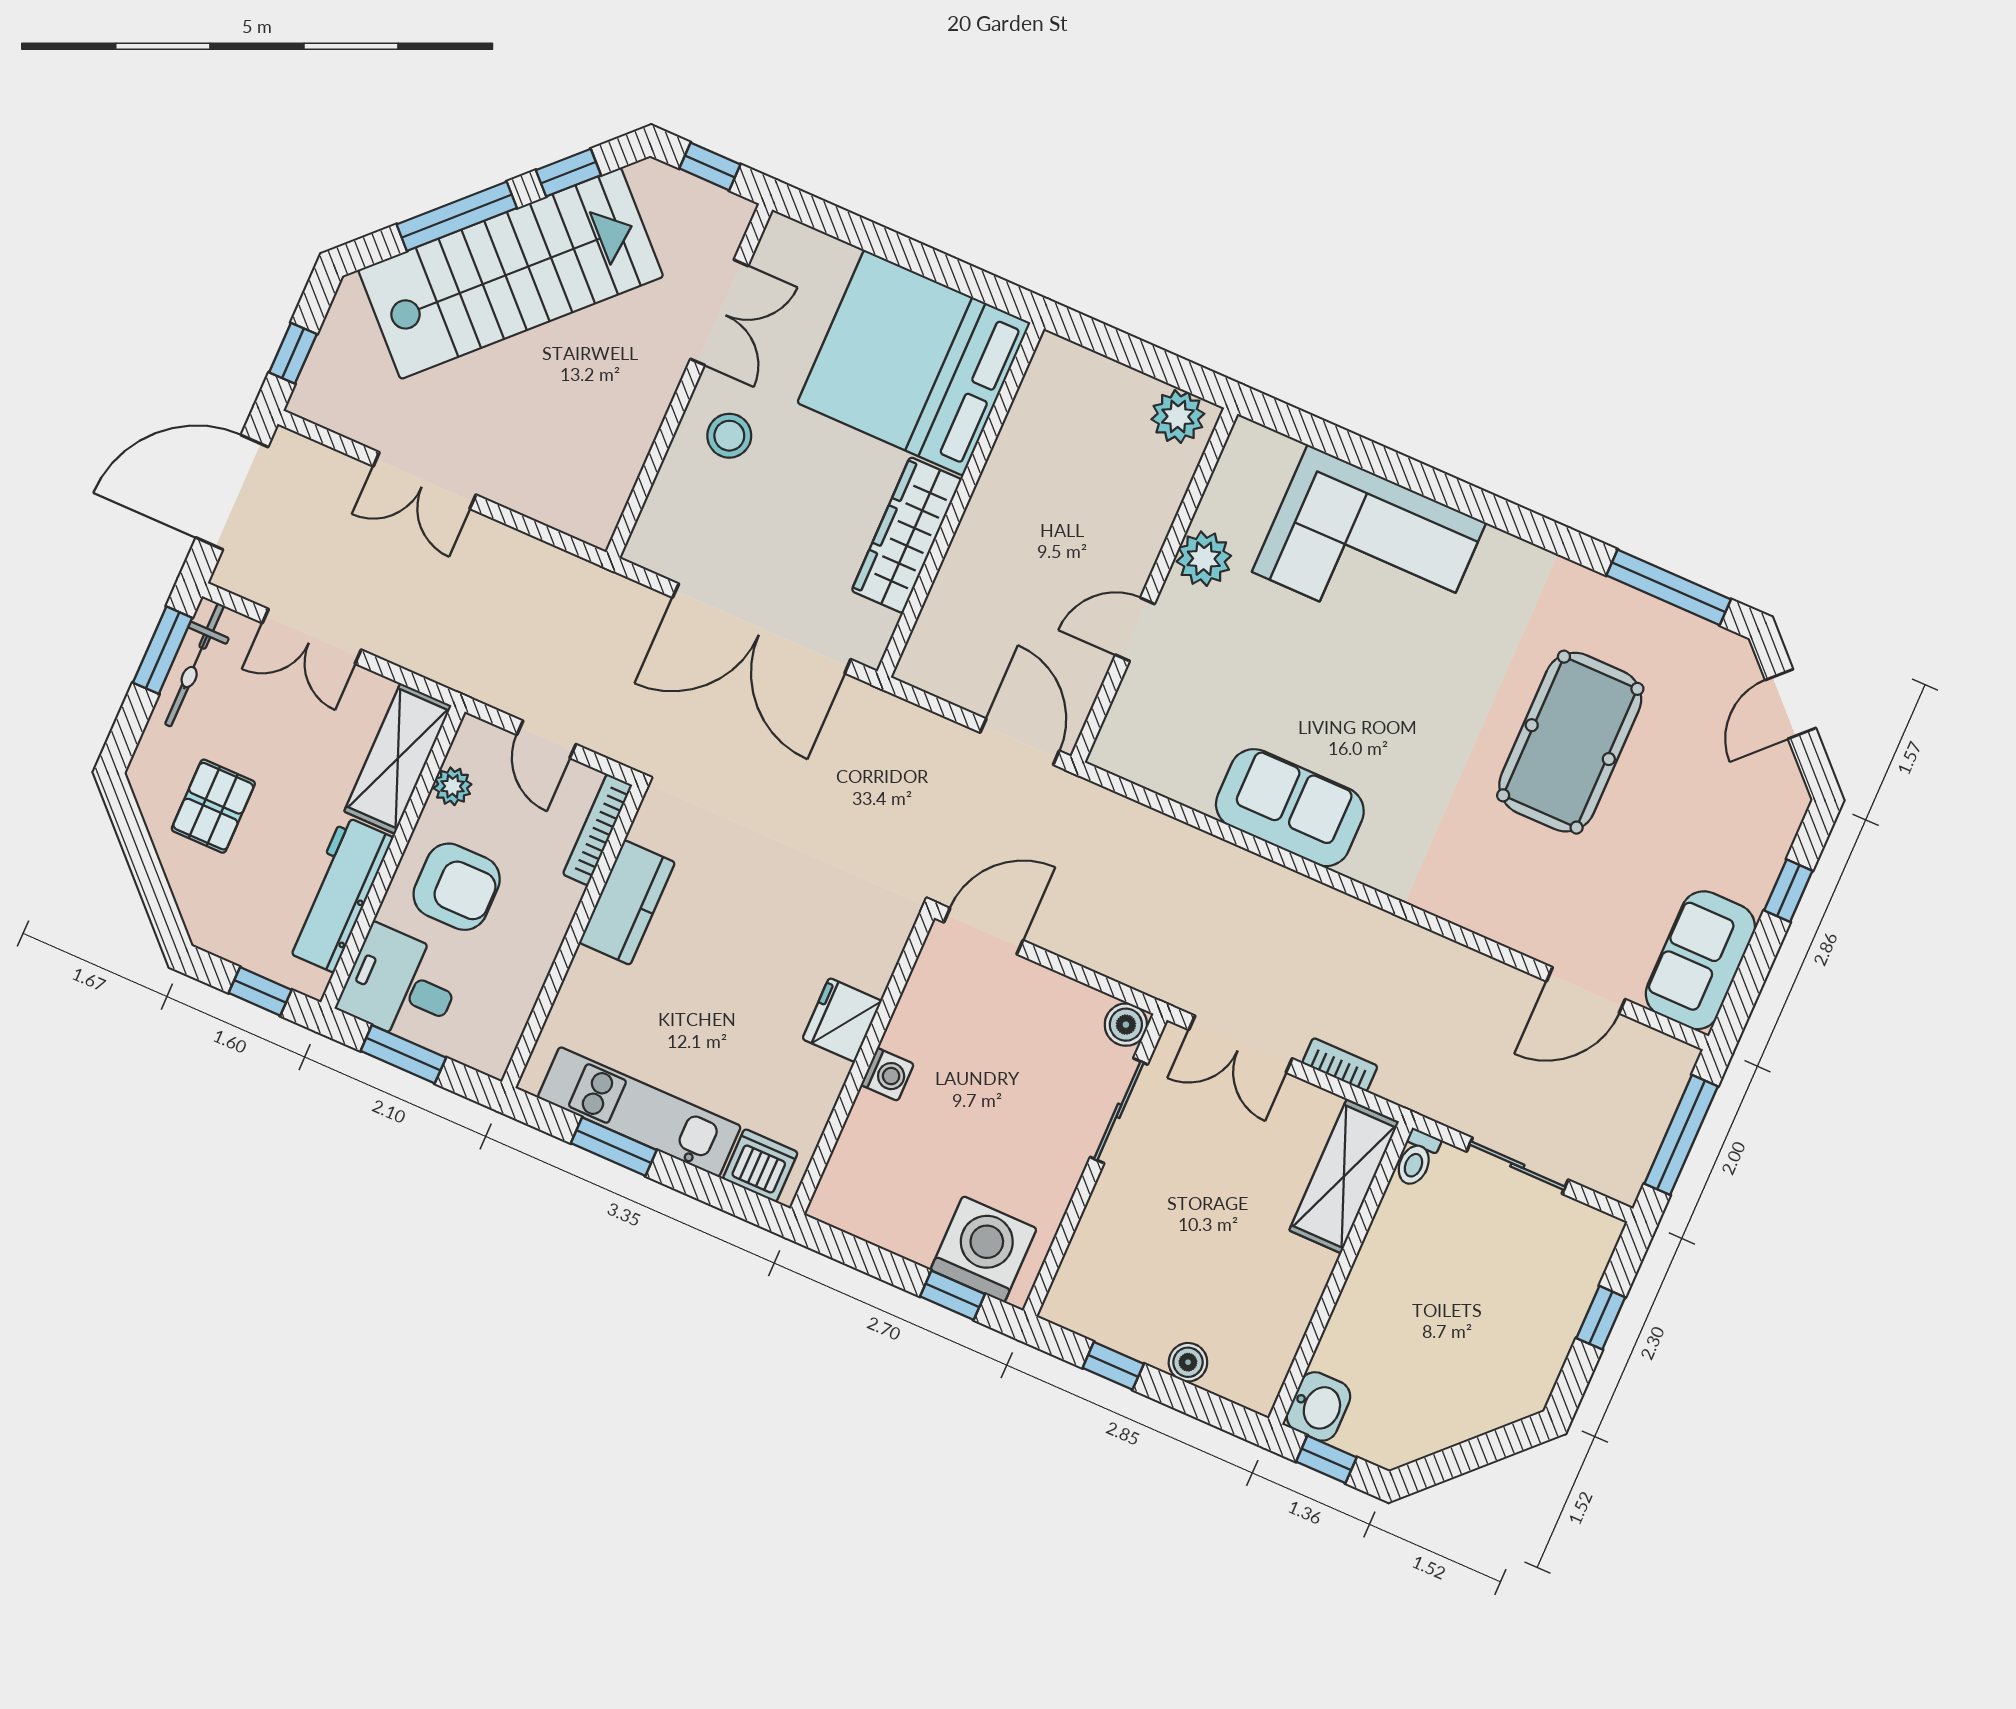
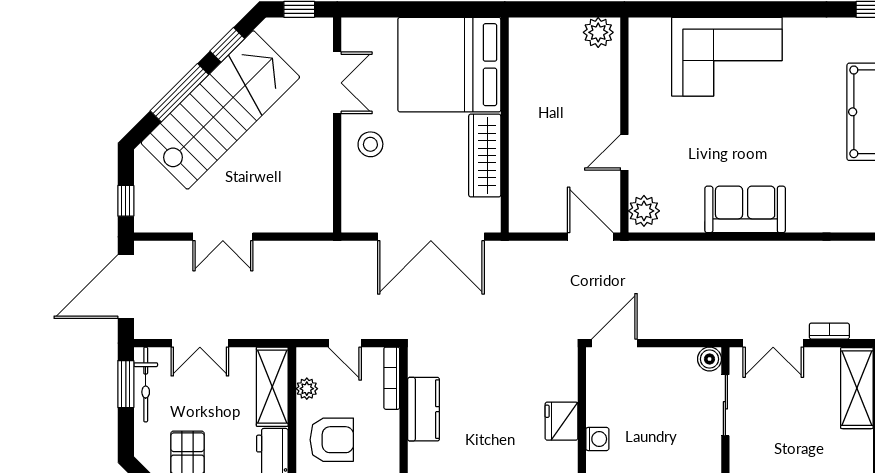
plant: (1204, 559) -> (644, 211), moved

